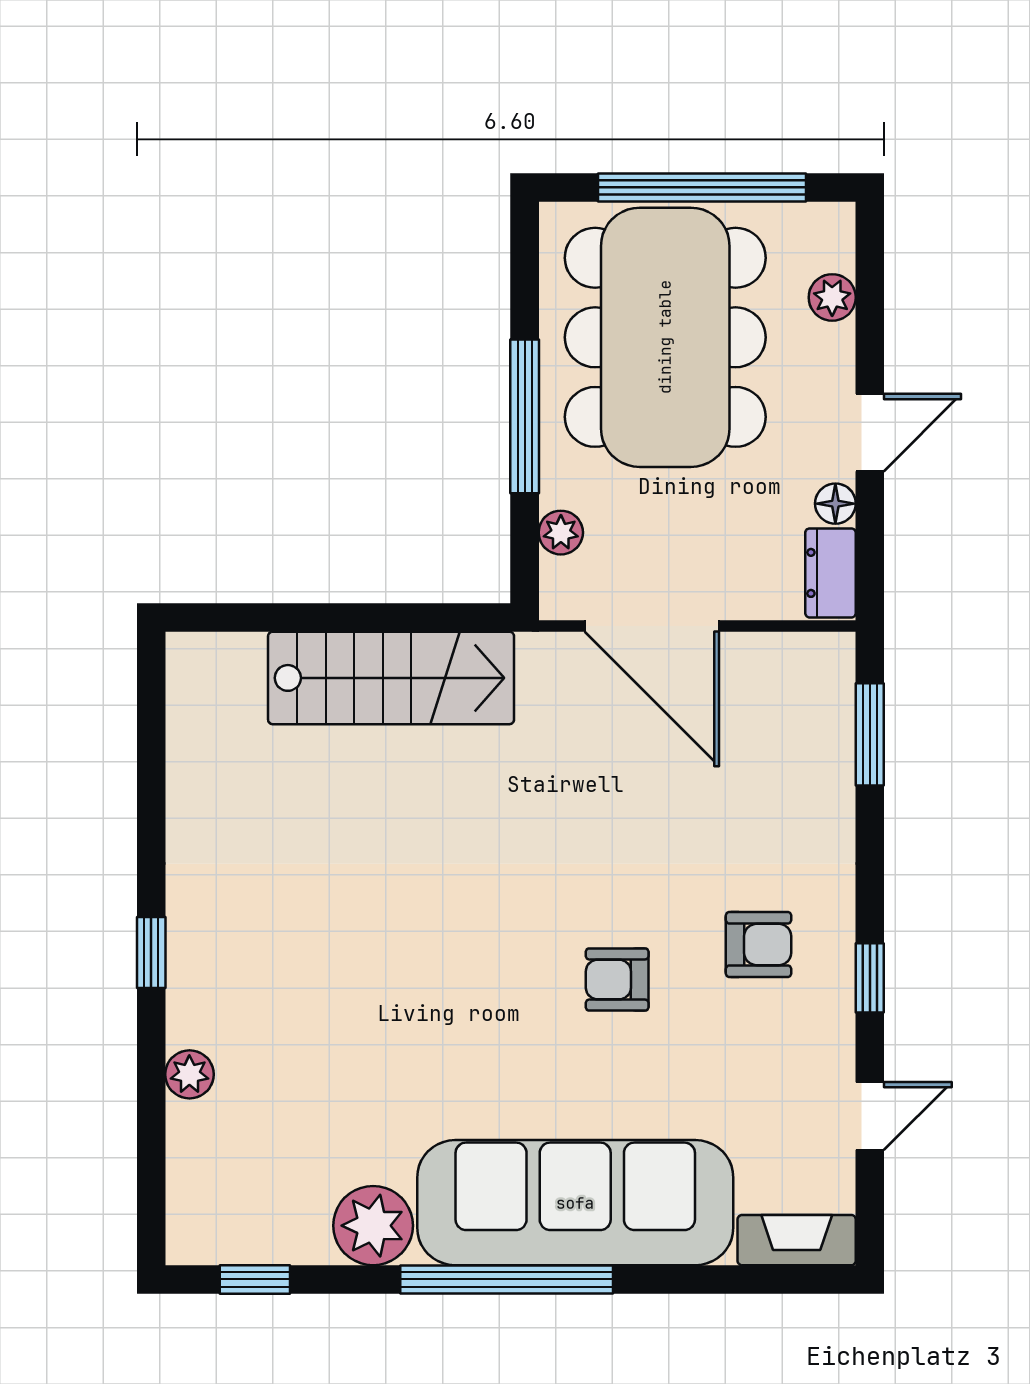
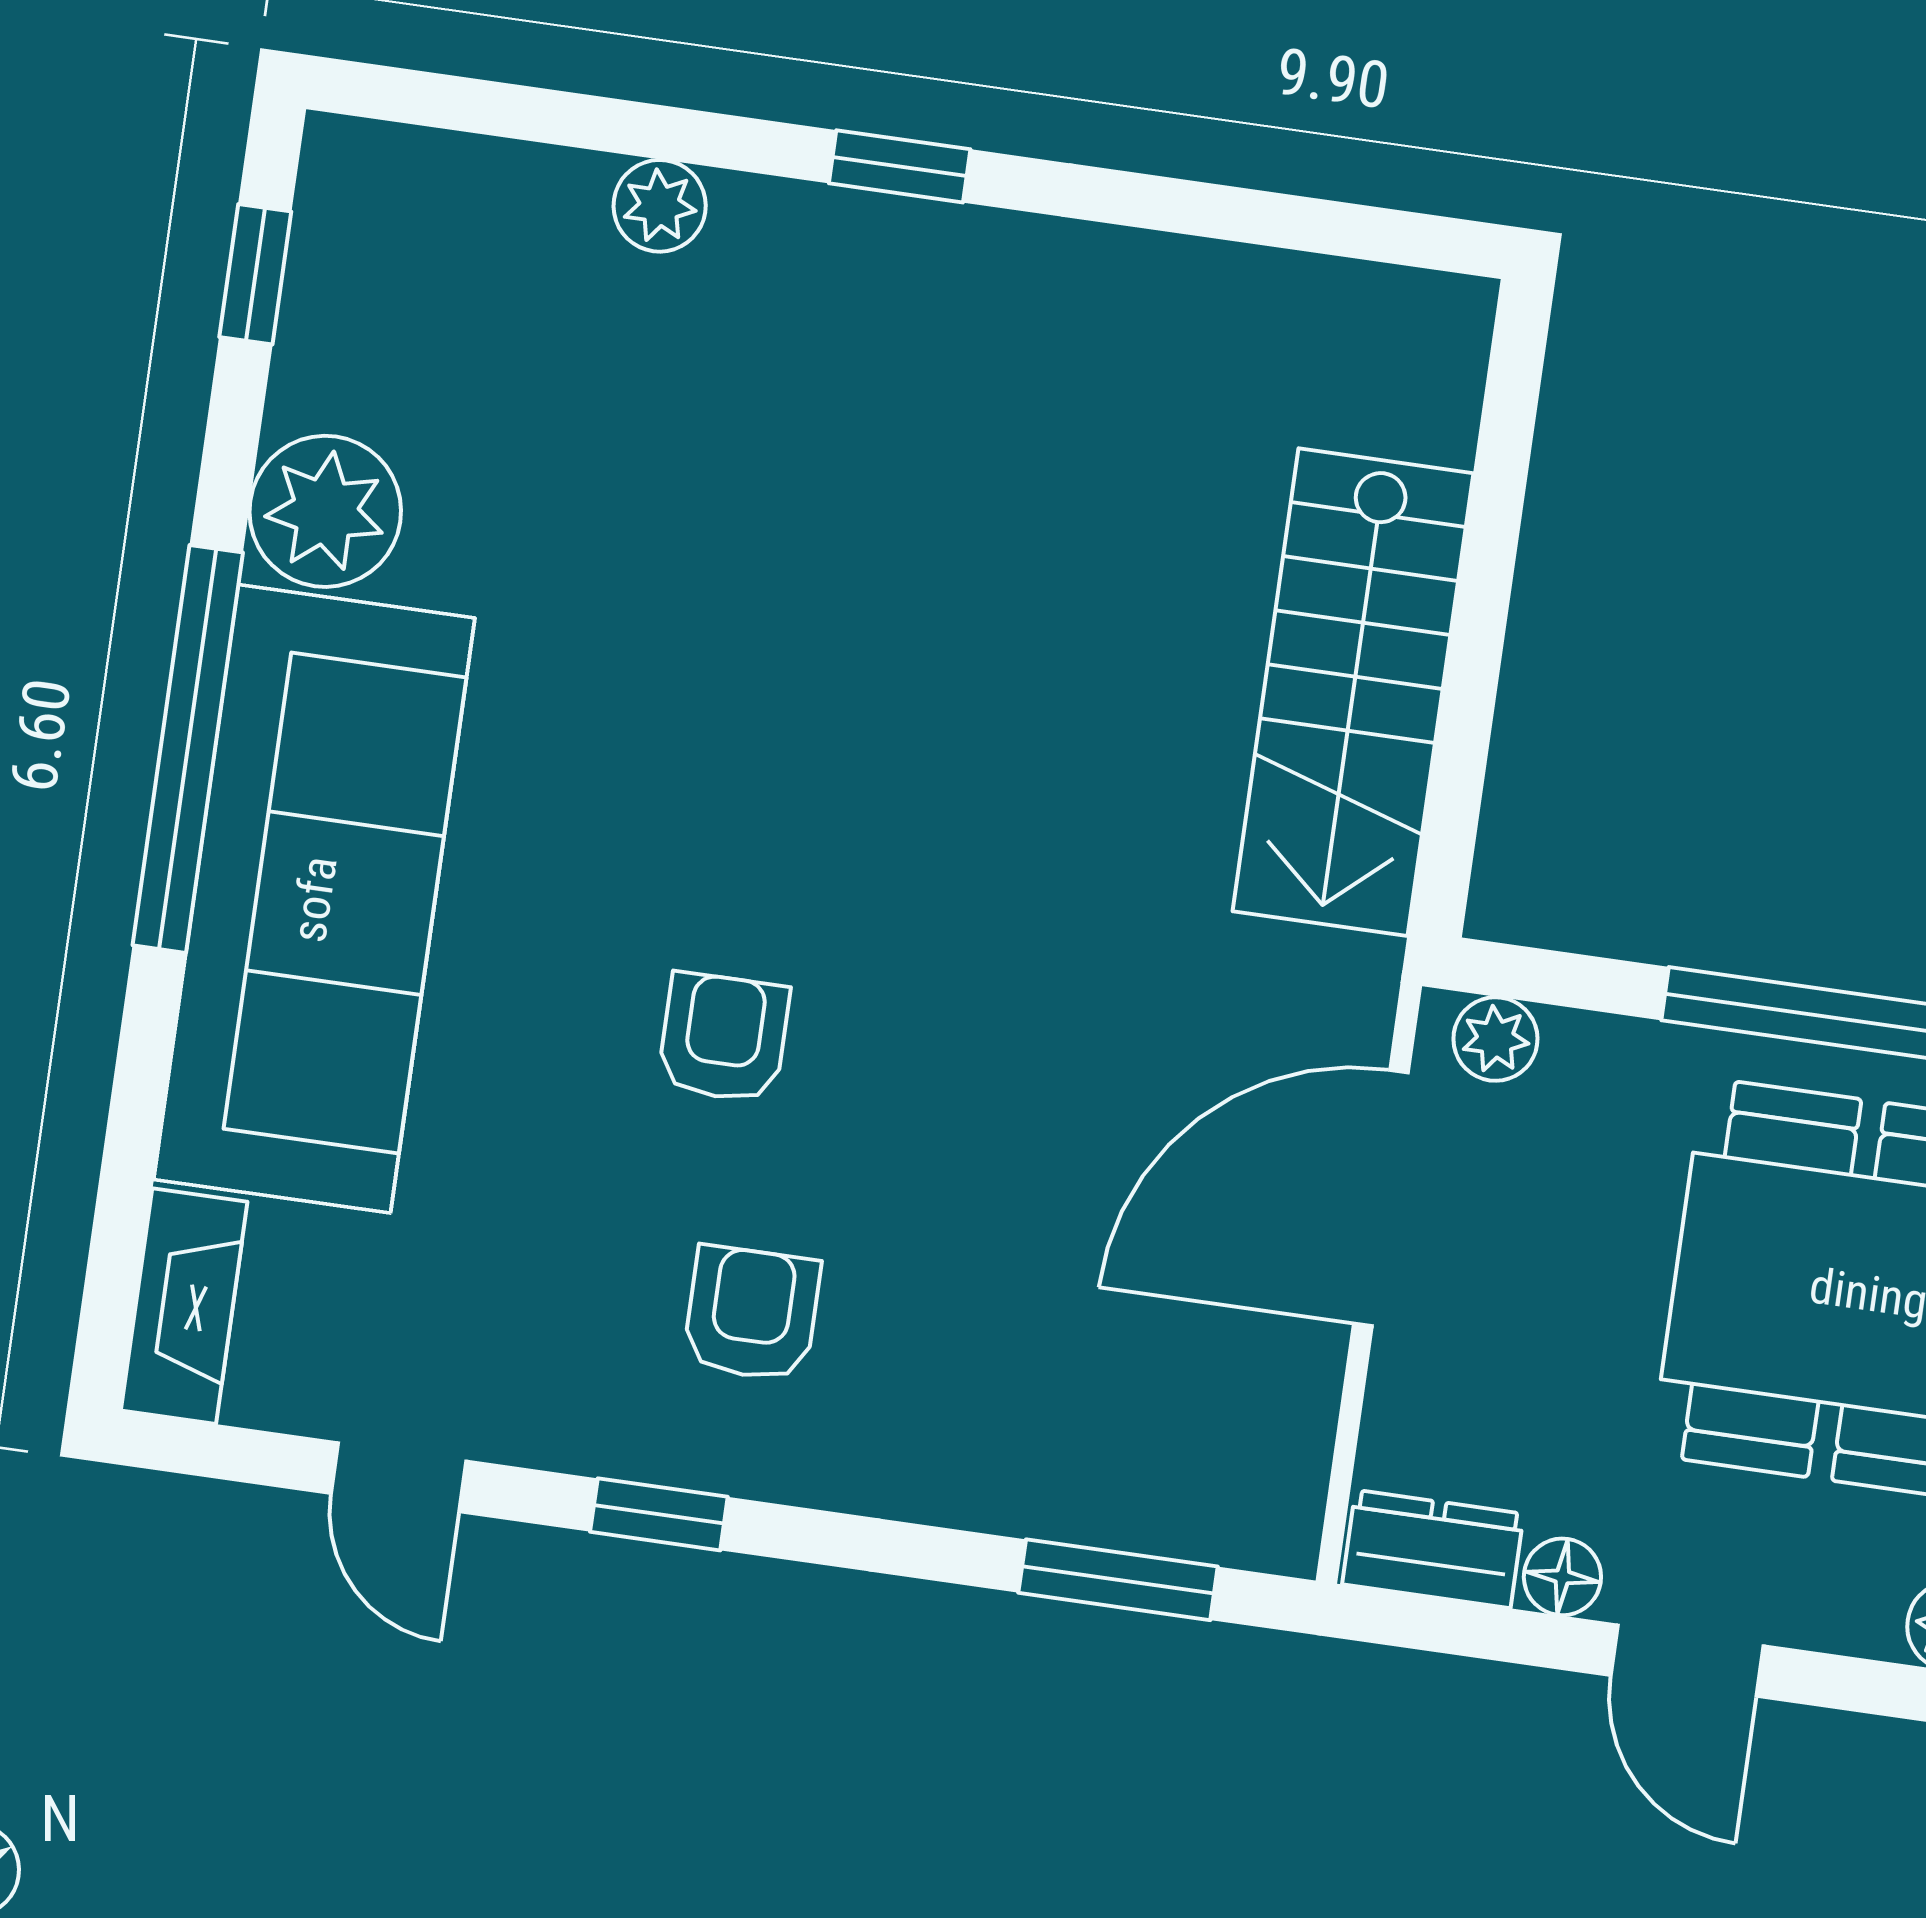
plant: (561, 533) -> (1495, 1039), moved
armchair: (759, 945) -> (752, 1314), turned 180

